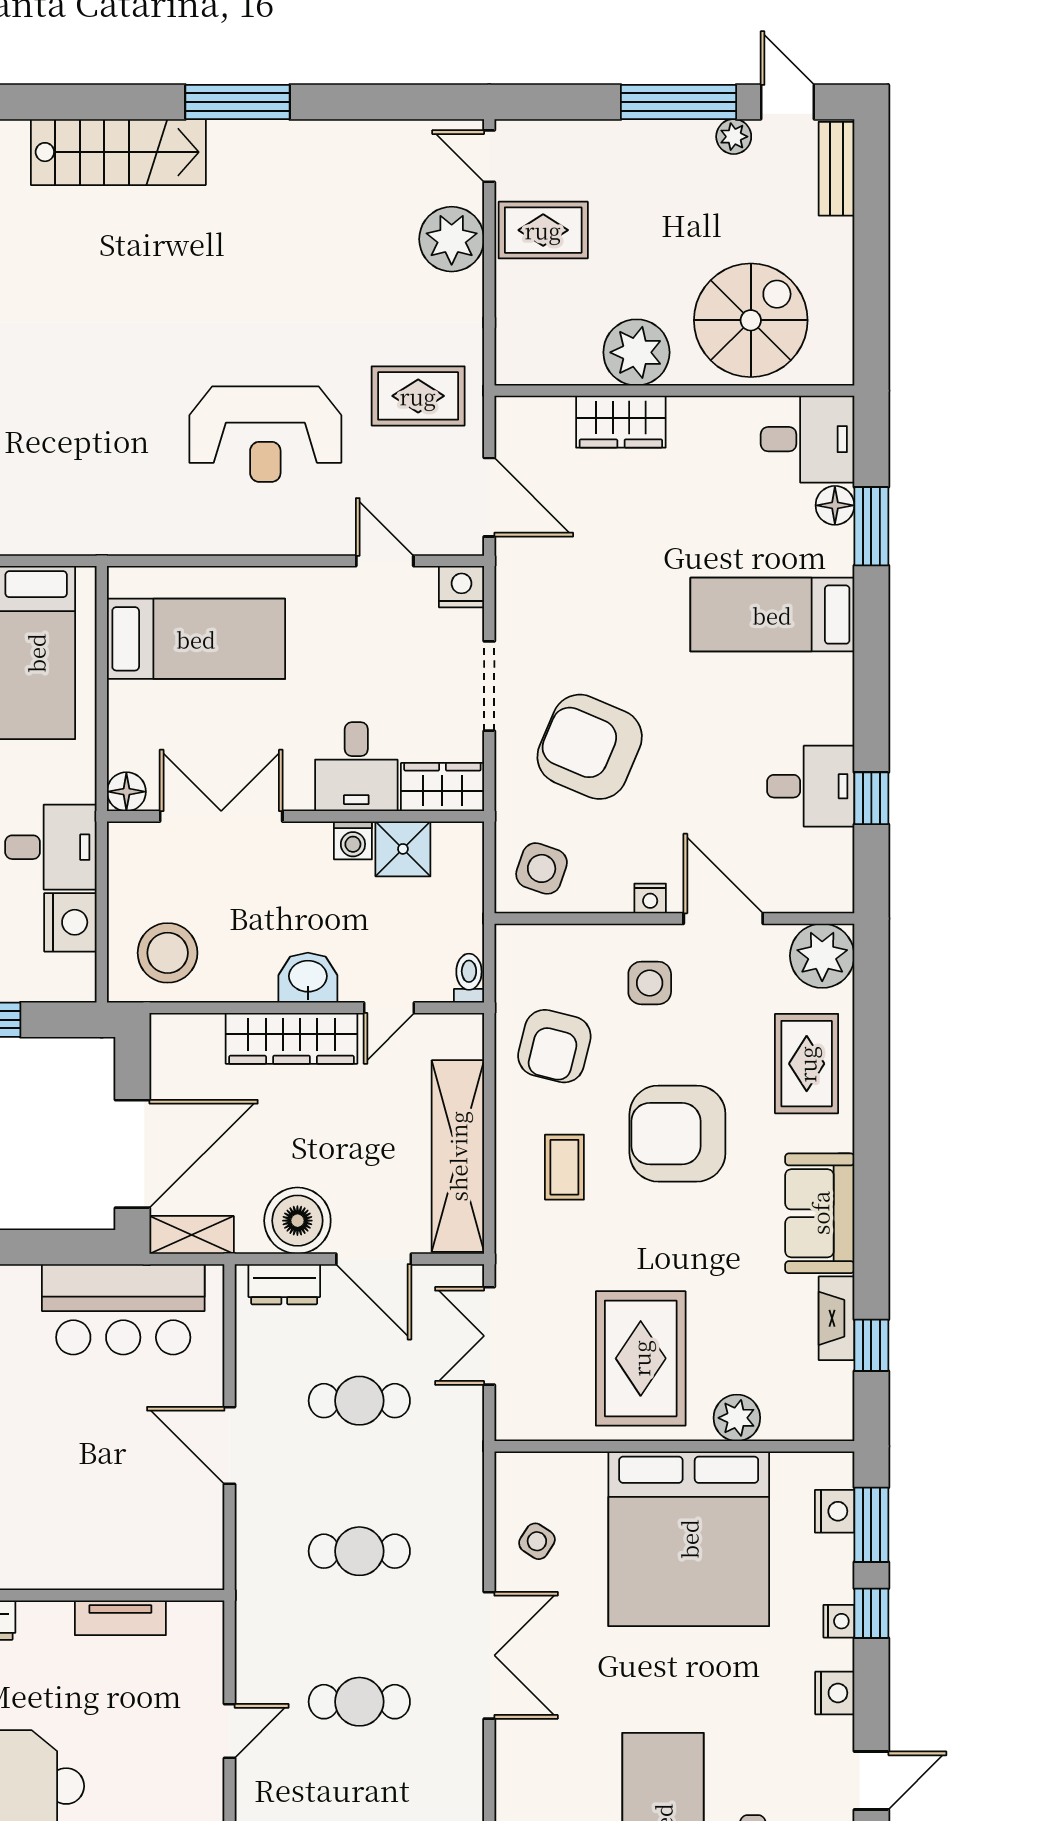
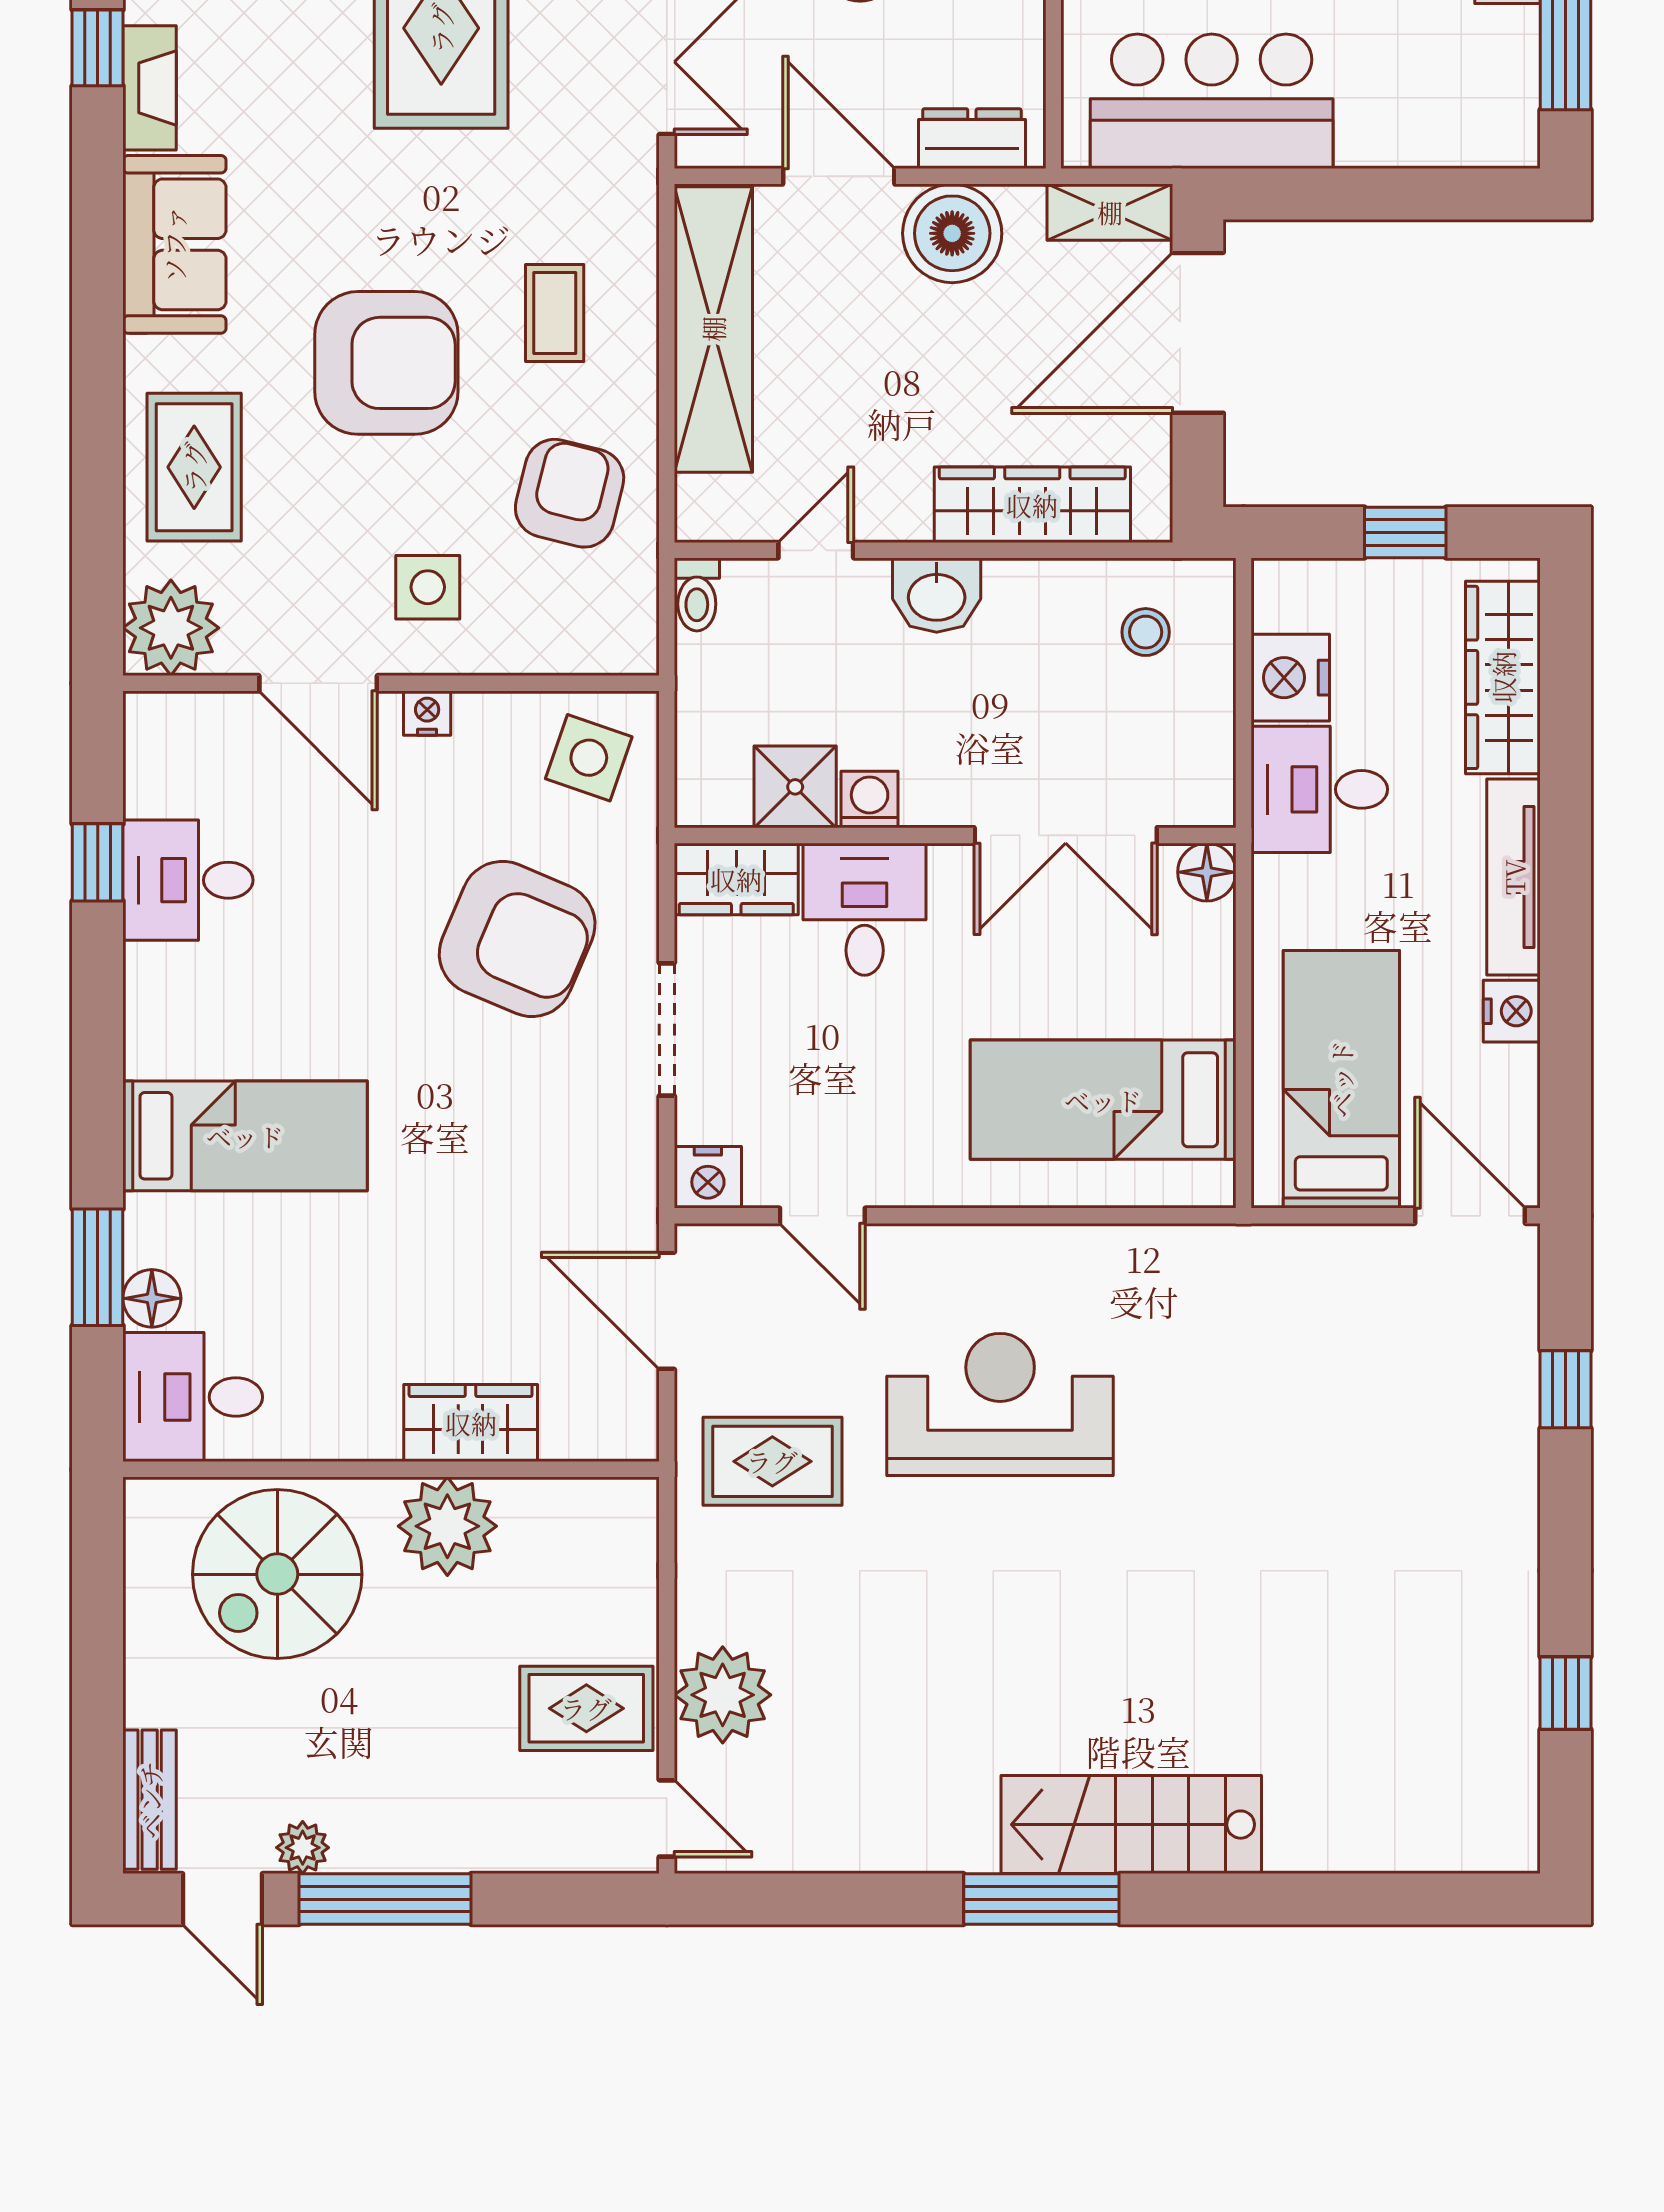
stairs: (118, 152) -> (1131, 1825), moved
stool: (168, 953) -> (1146, 632), width x0.53, depth x0.53
wardrobe: (291, 1038) -> (1032, 505), moved

